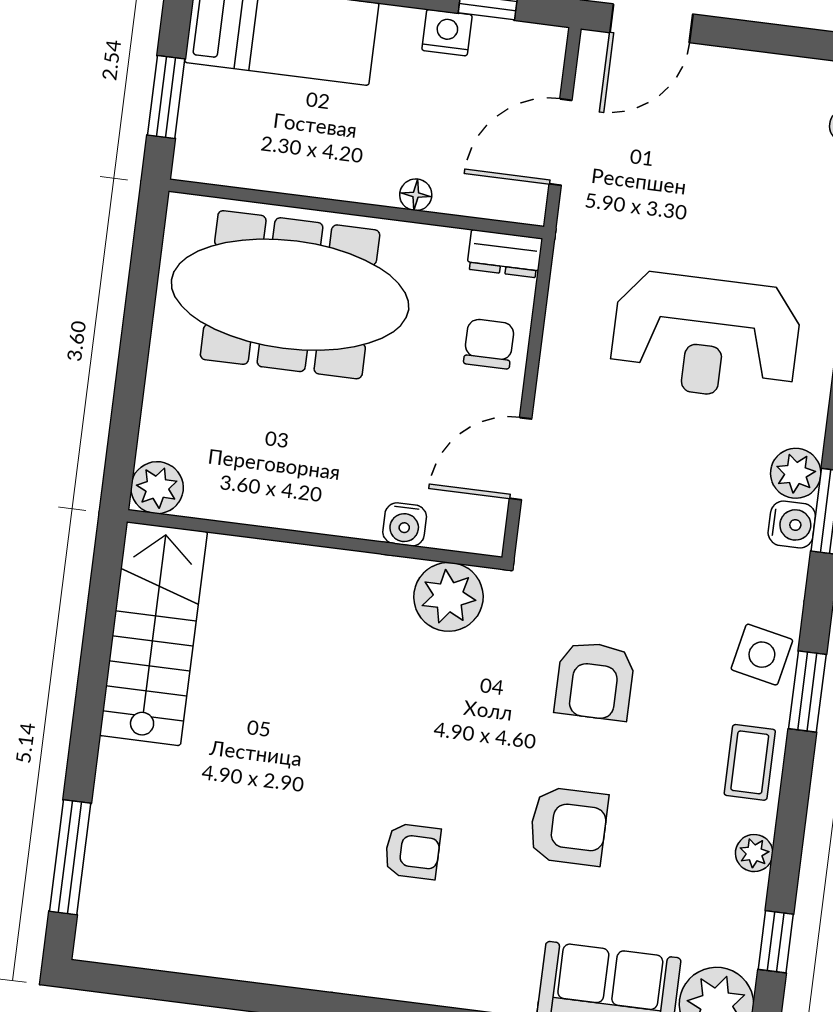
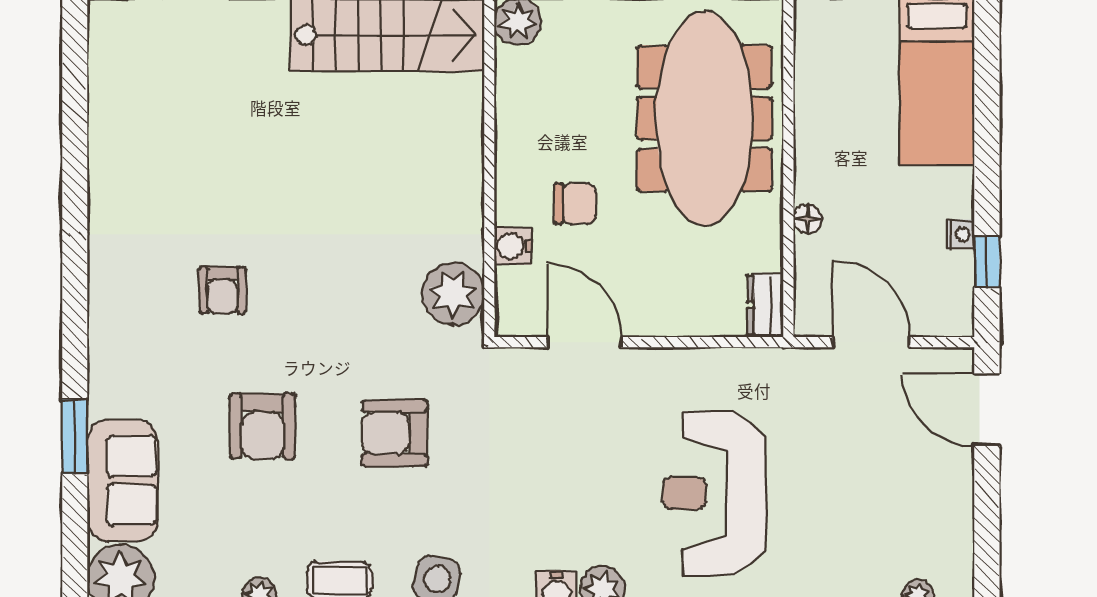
nightstand: (447, 33) -> (960, 234), width x0.72, depth x0.74
chair: (489, 344) -> (575, 203), moved

